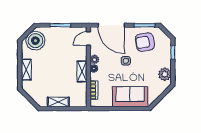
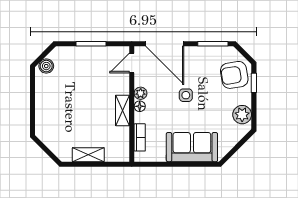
boiler: (35, 41) -> (46, 66), width x0.54, depth x0.54
armchair: (145, 42) -> (234, 75), moved
shelving: (26, 70) -> (42, 108), removed

